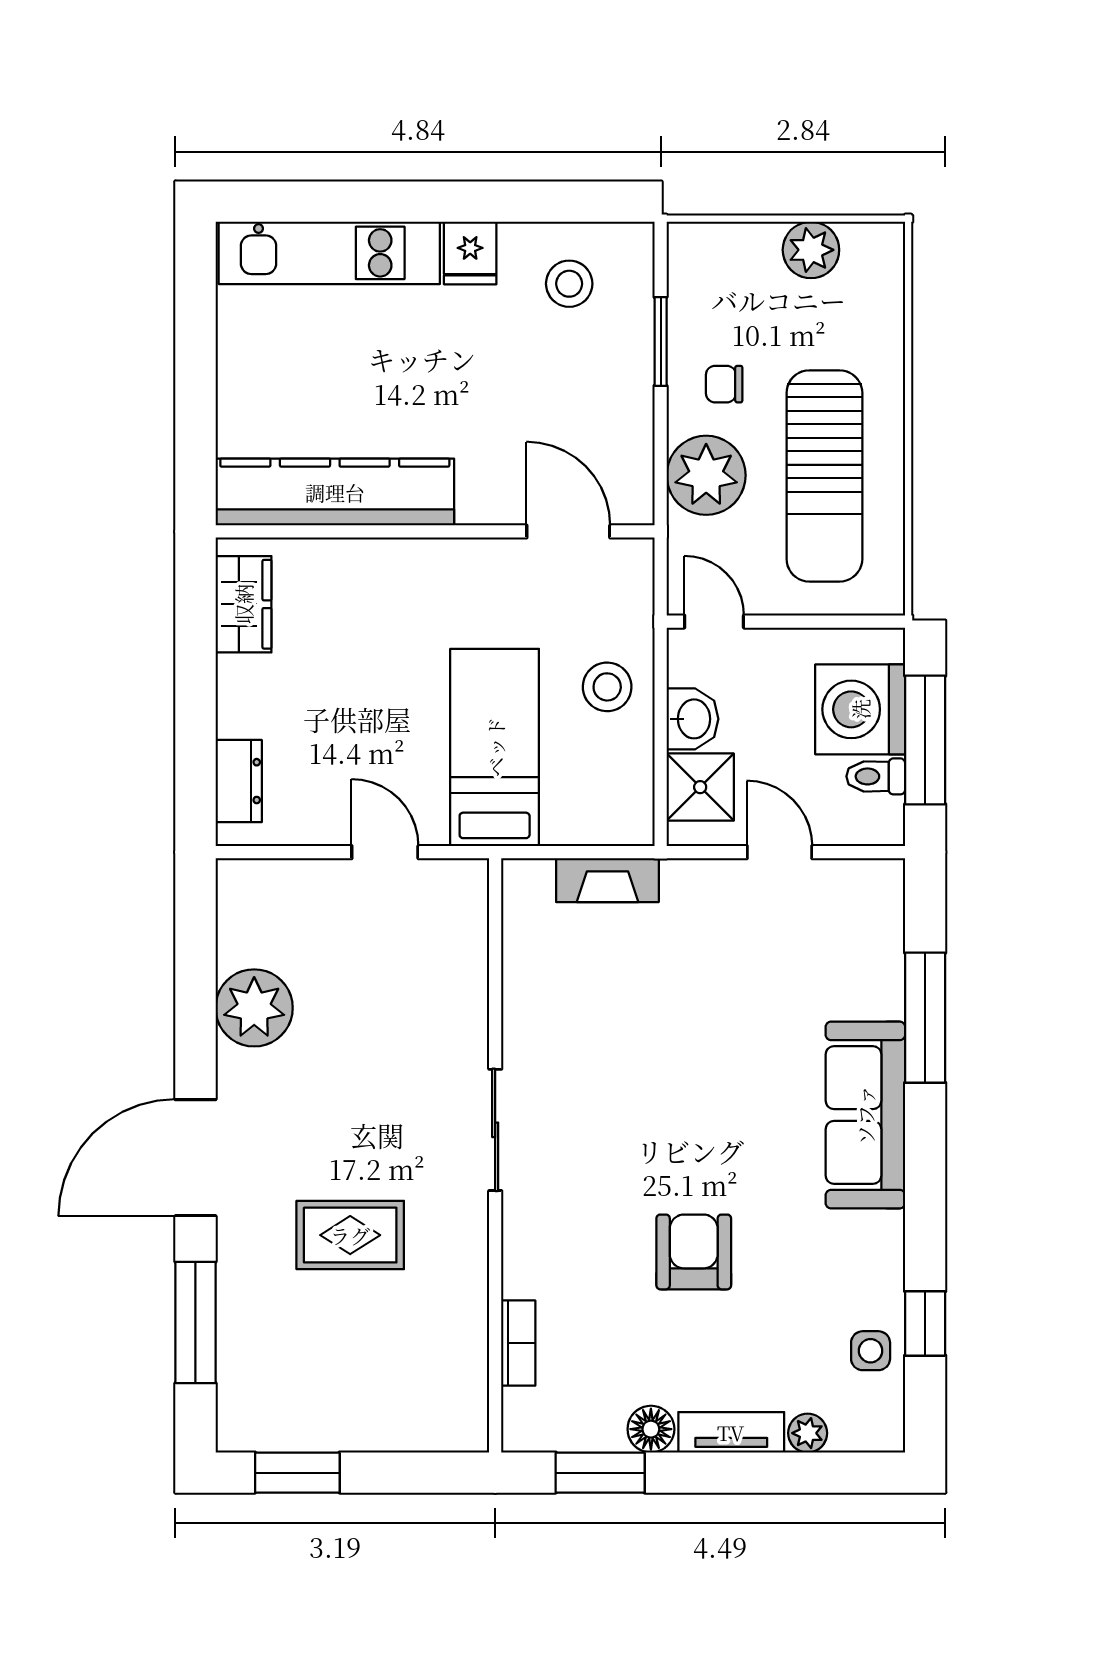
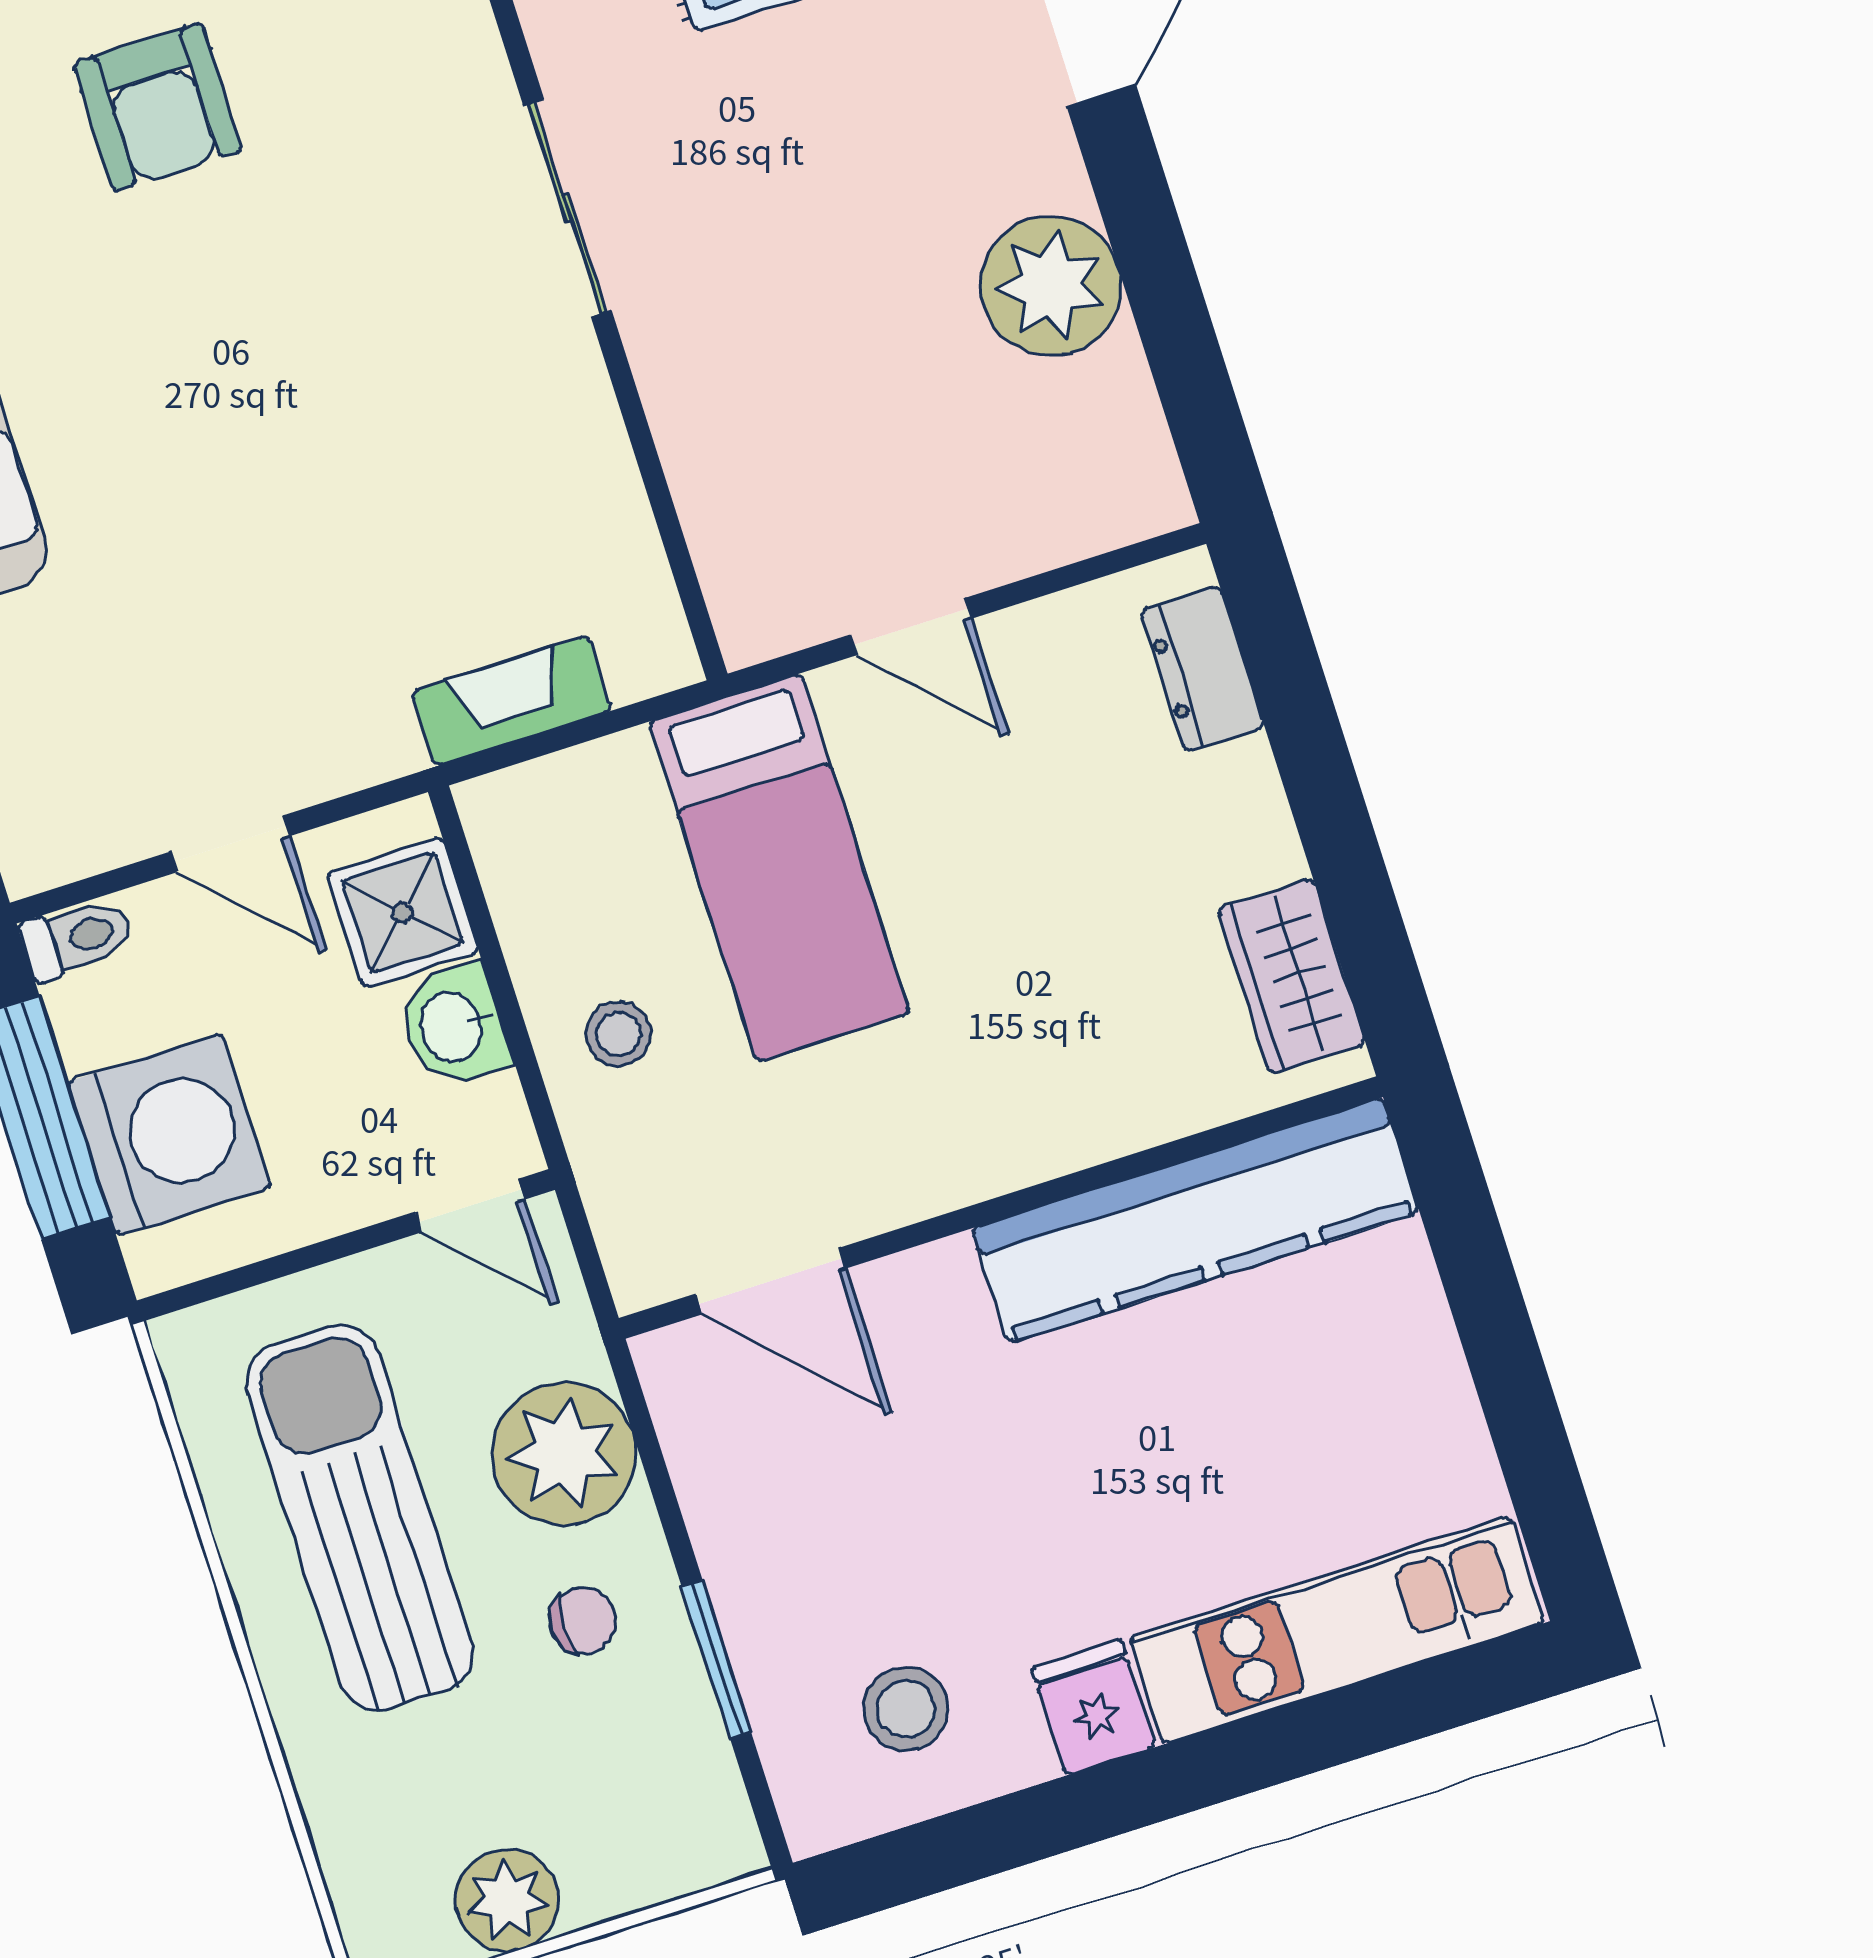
stool: (607, 687) -> (618, 1034), width x0.73, depth x0.73
toilet: (876, 776) -> (77, 938), moved

